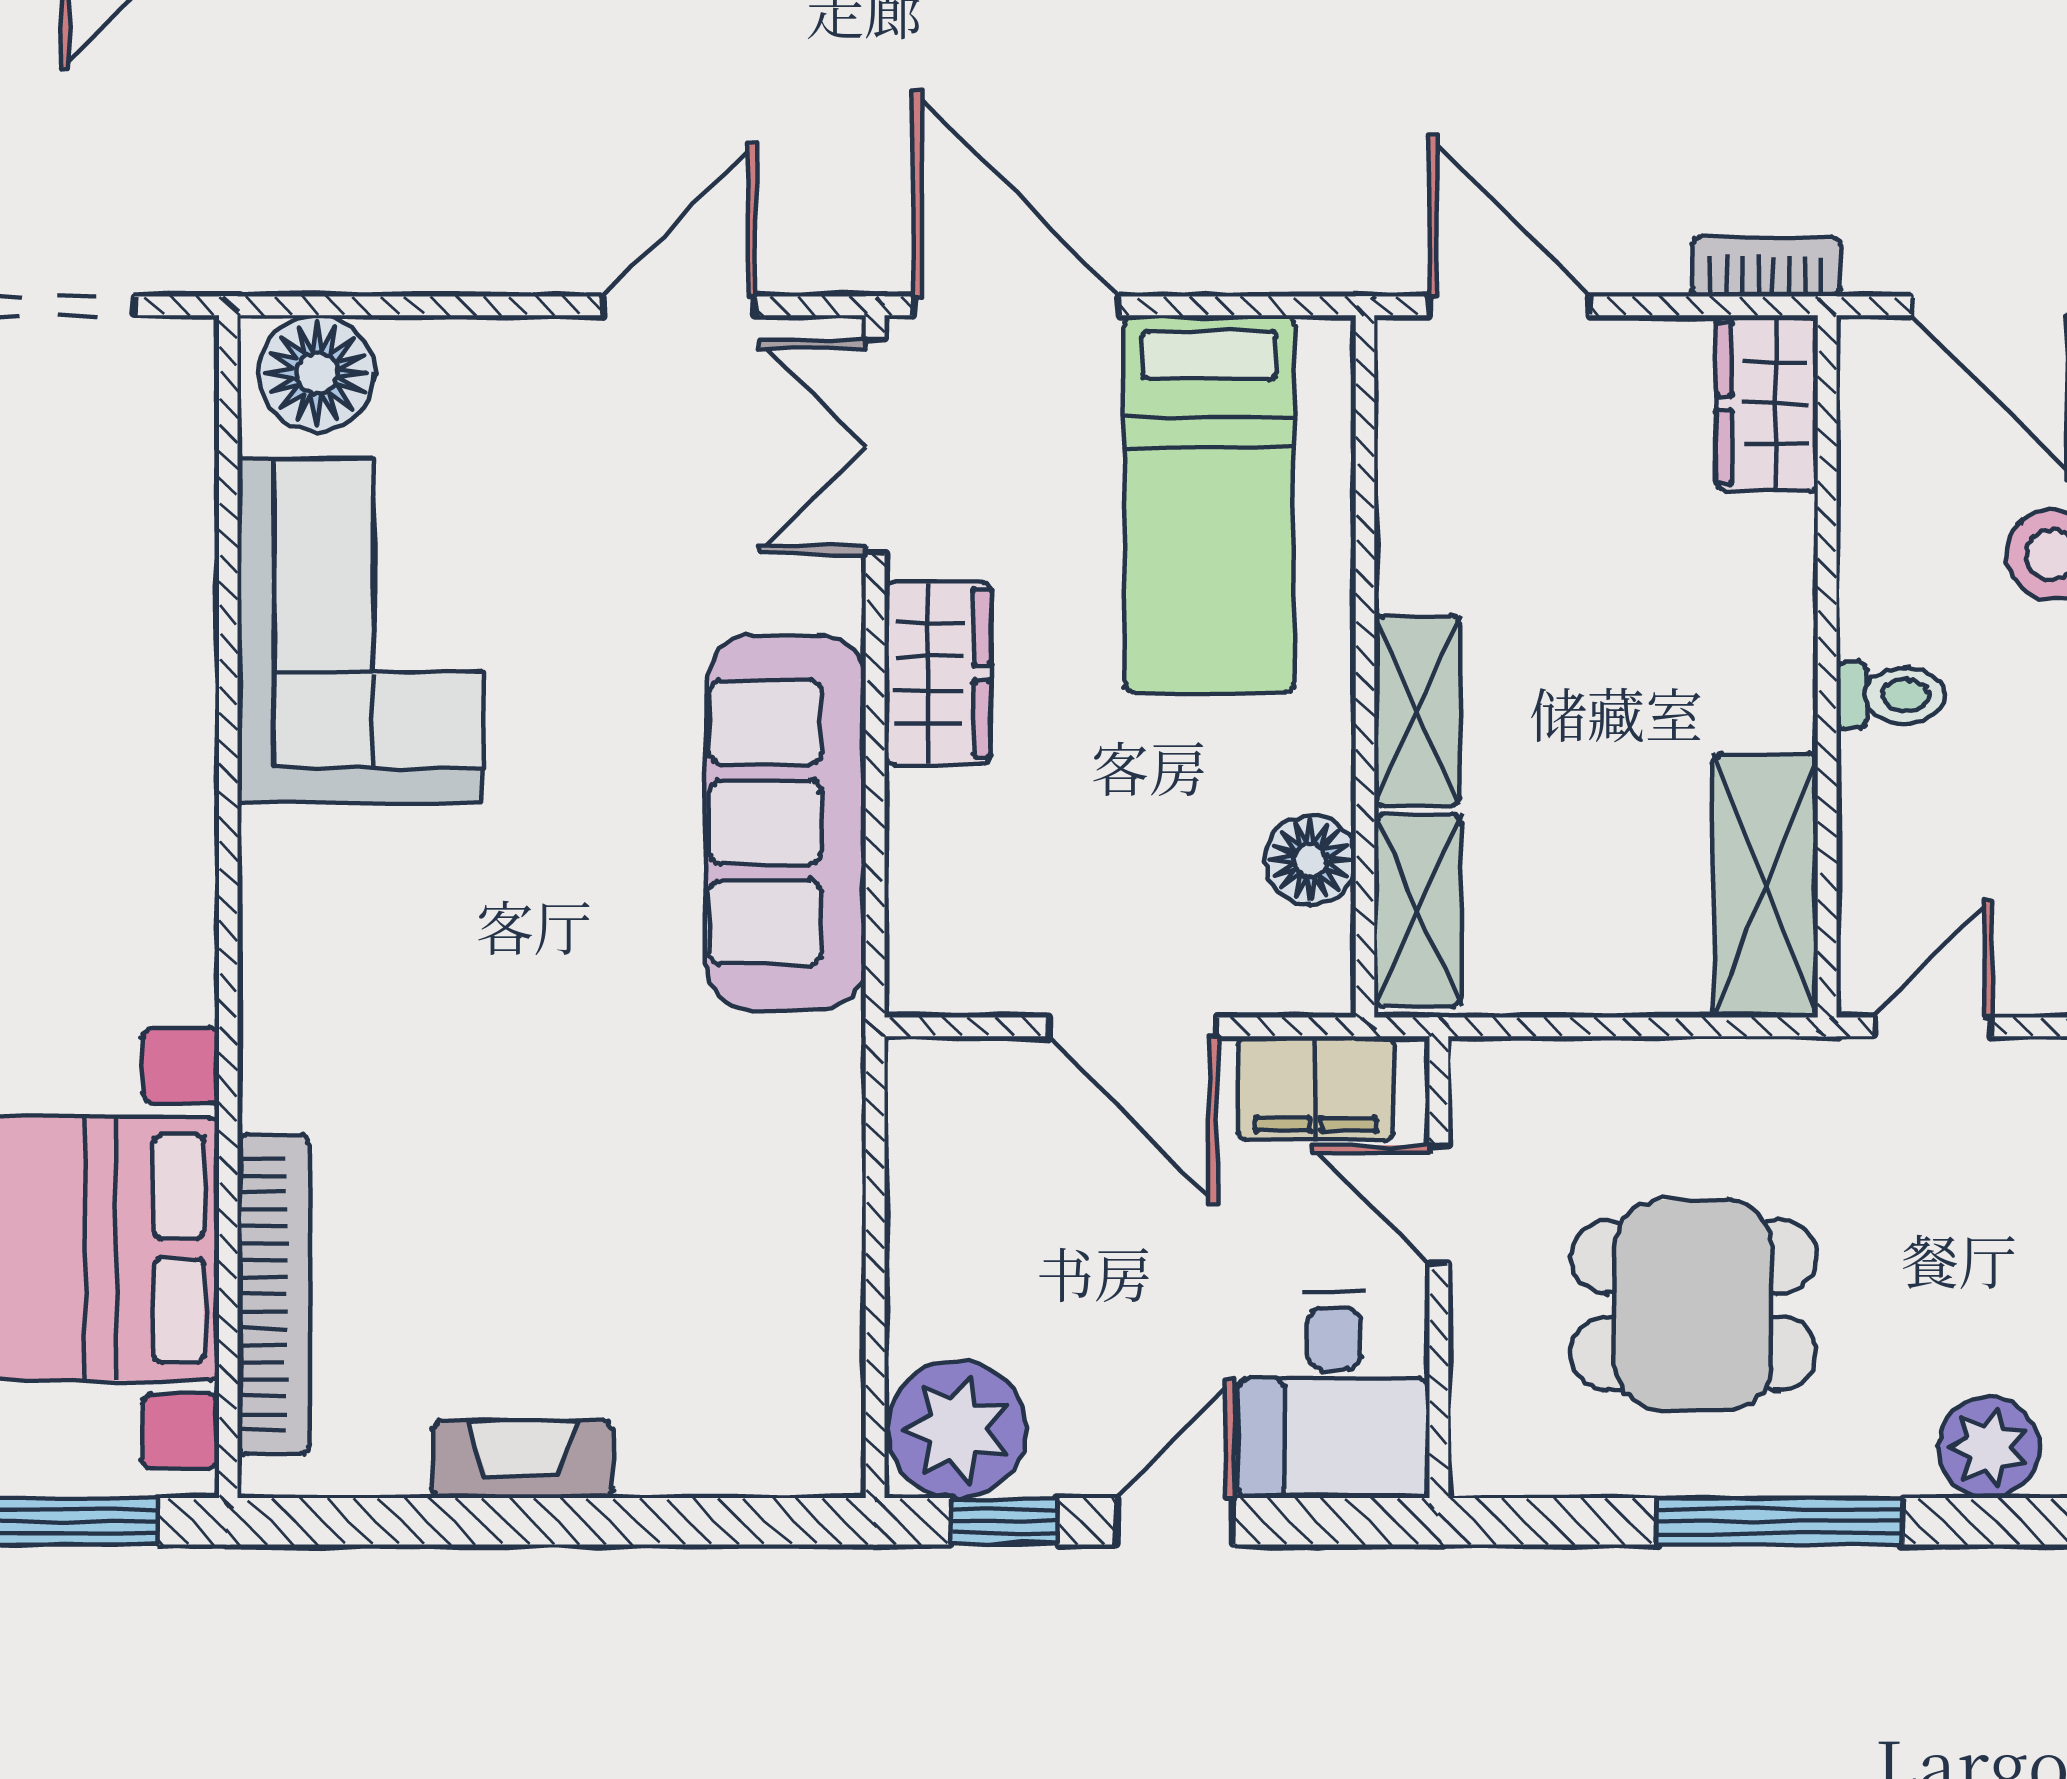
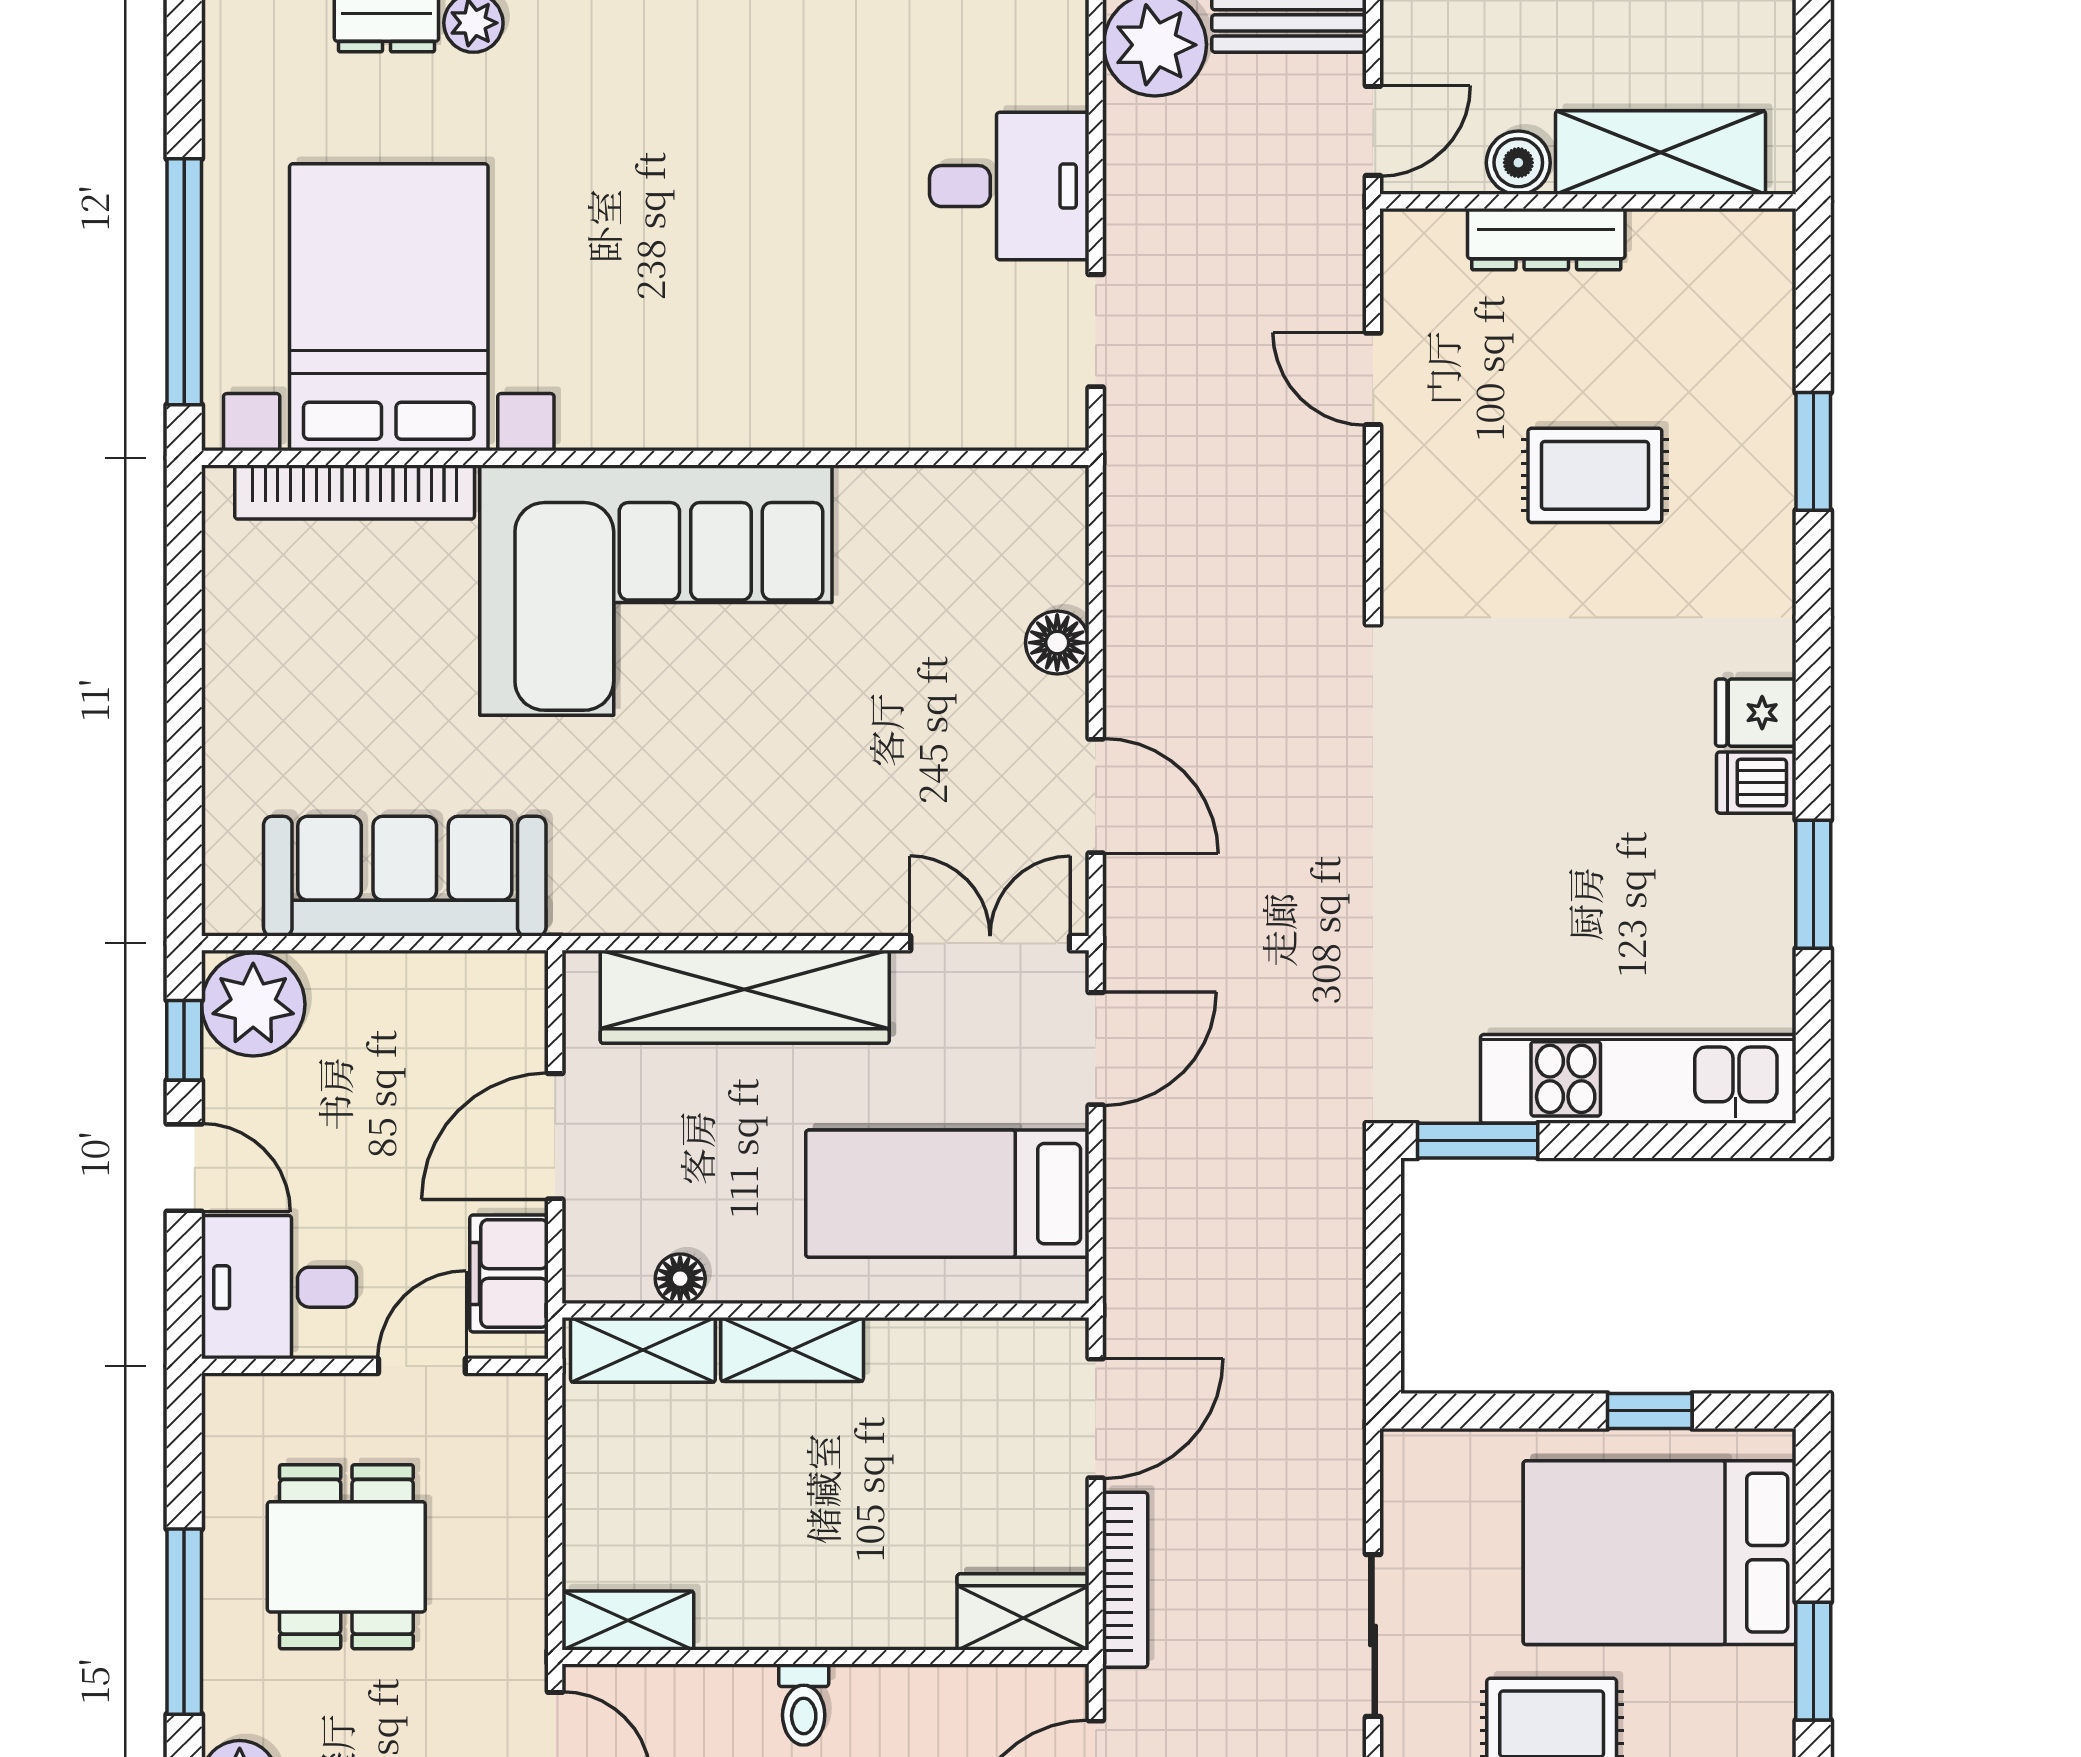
bookcase: (1766, 267) -> (1125, 1580), width x1.56
door: (1016, 306) -> (1096, 1049), width x0.73
floor lamp: (317, 373) -> (1057, 643), moved, width x0.73, depth x0.73
corner sofa: (360, 631) -> (656, 590), moved, width x1.36, depth x1.36
wardrobe: (938, 673) -> (745, 997), width x2.10, depth x1.17
sofa: (786, 822) -> (405, 876), moved
floor lamp: (1310, 860) -> (680, 1279), width x0.73, depth x0.73
shelving: (1765, 886) -> (628, 1620), width x0.67, depth x0.75
fireplace: (523, 1459) -> (231, 679), removed

